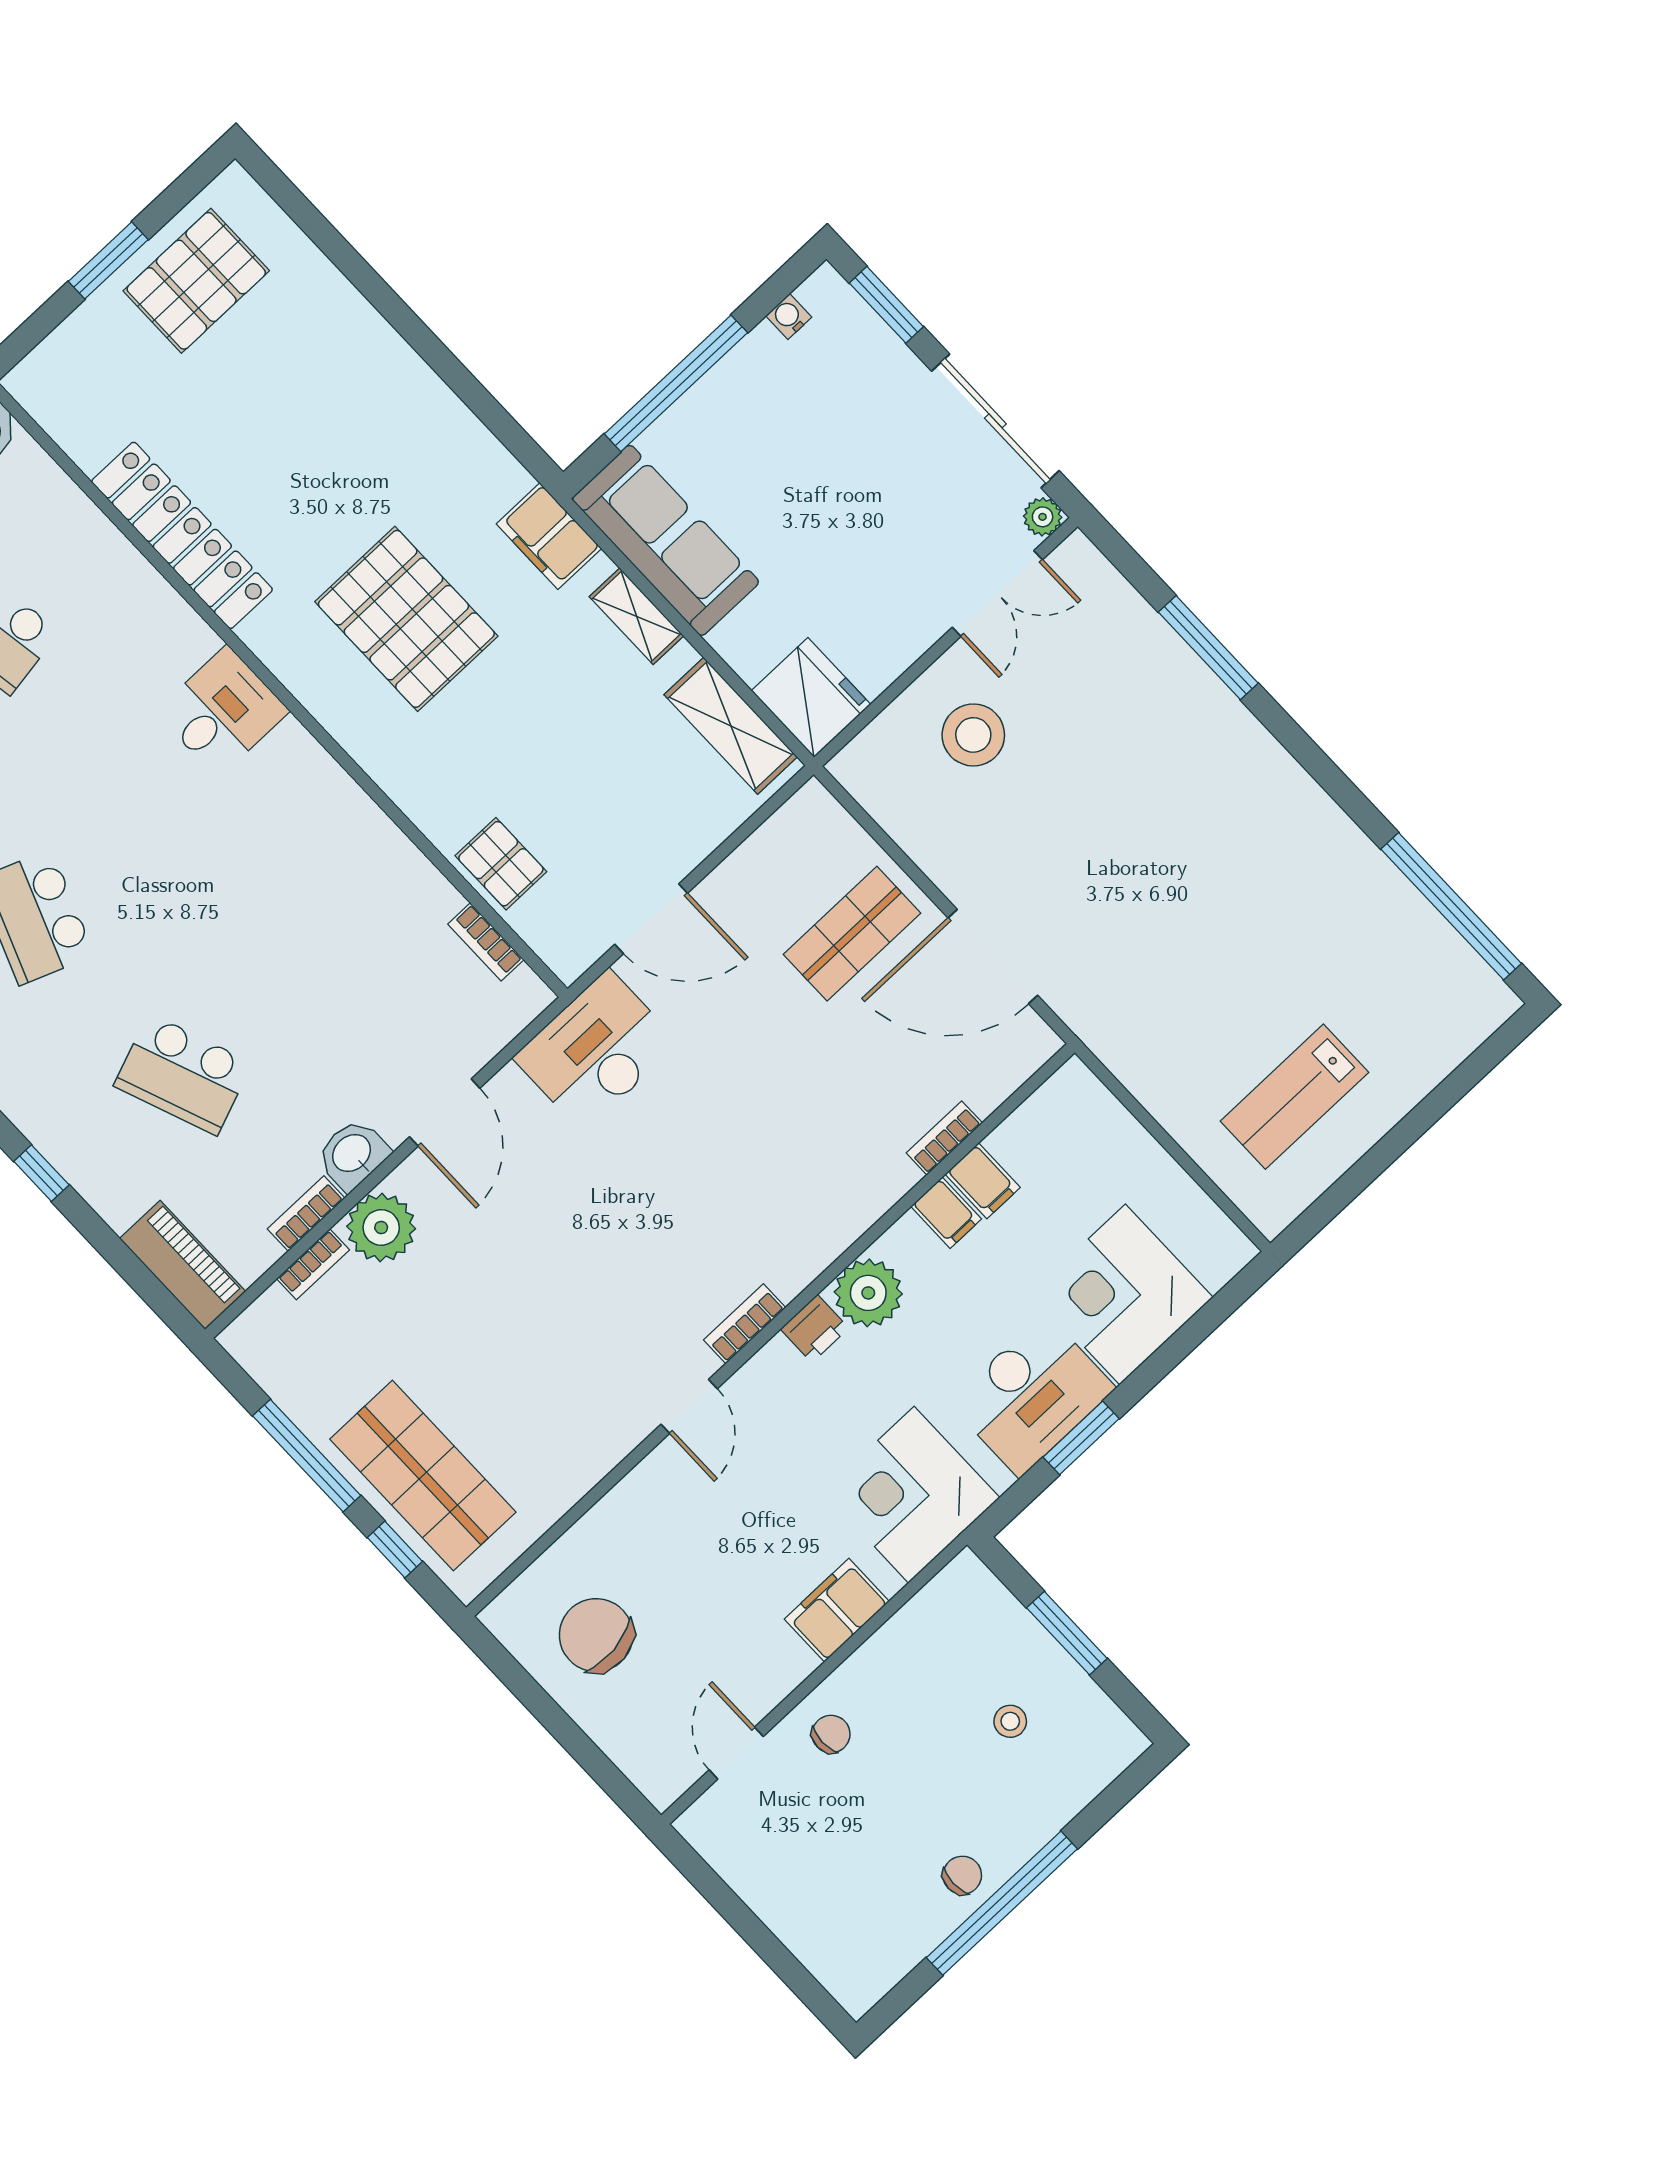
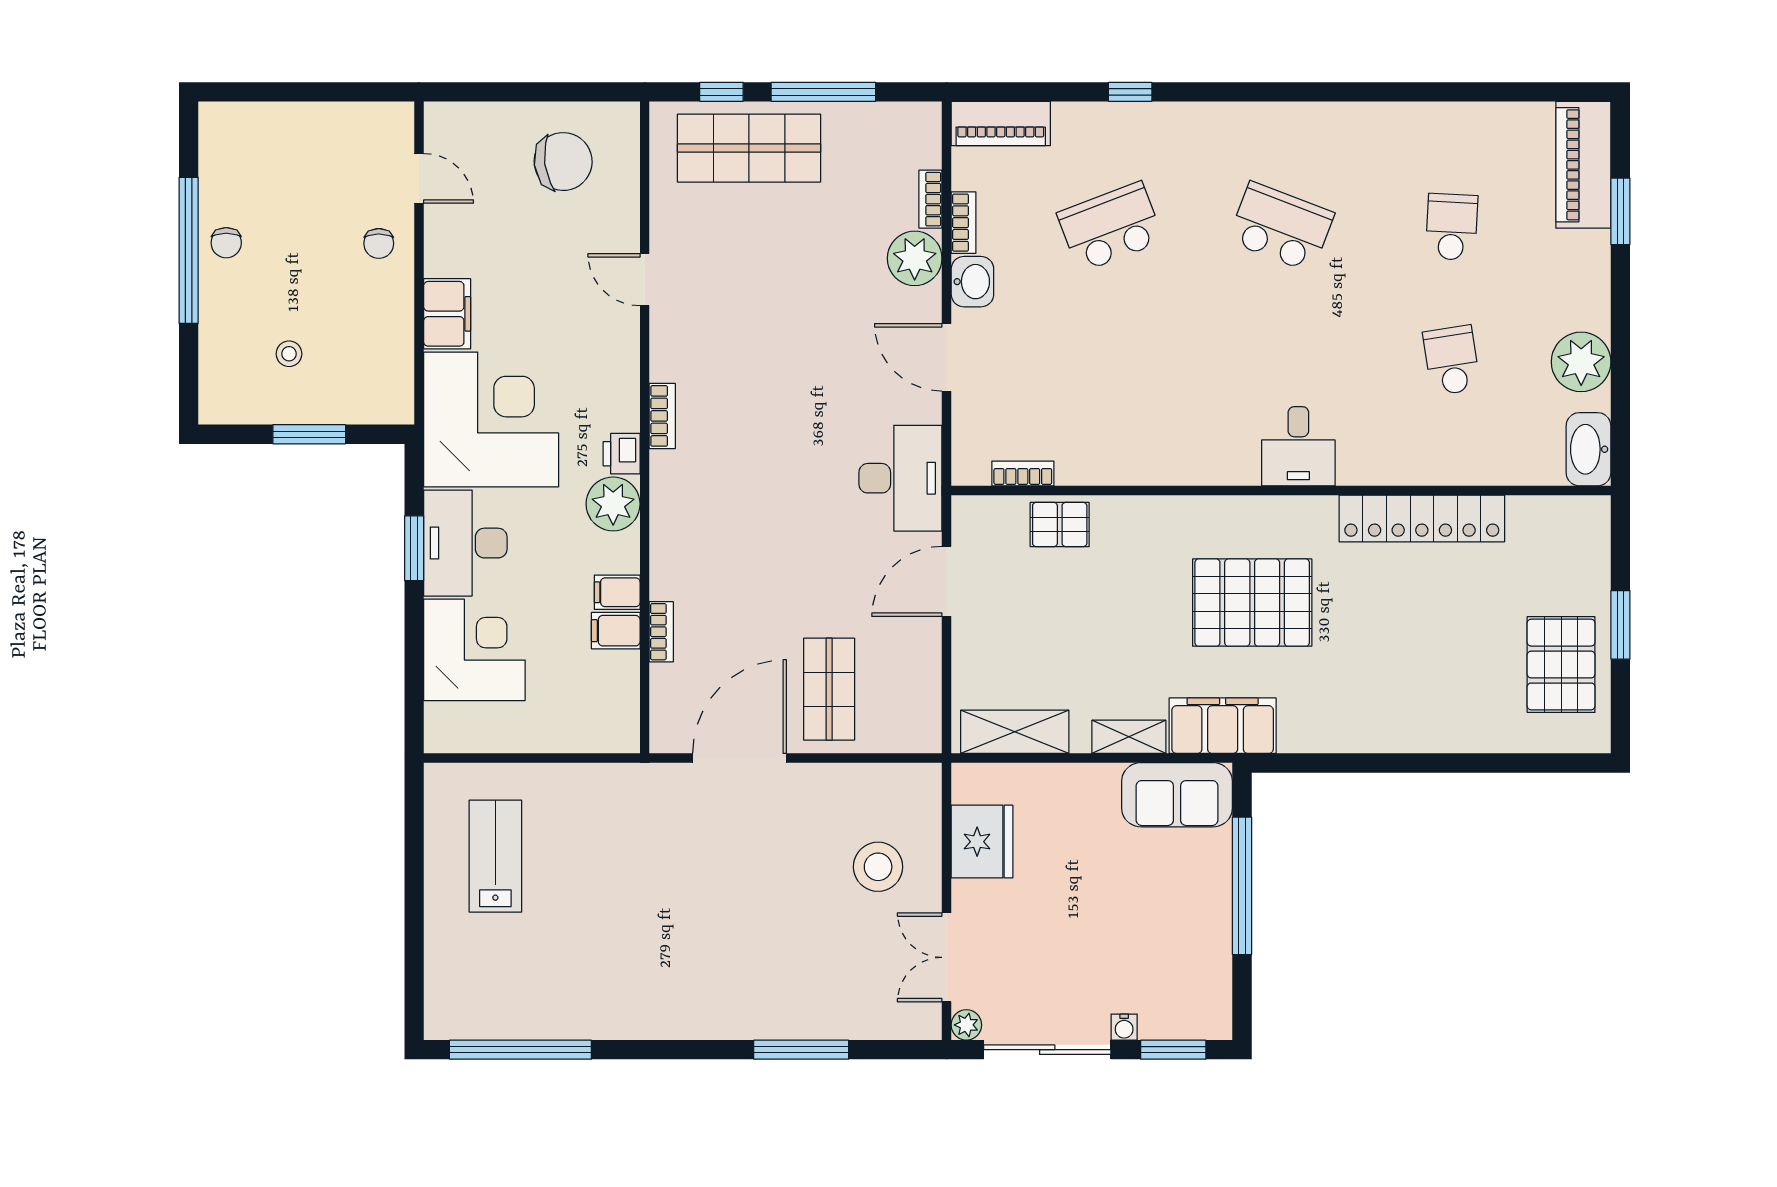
water cooler: (789, 316) -> (1124, 1027), moved, turned 90
filing cabinet: (549, 536) -> (1223, 726), width x1.50, depth x1.17
sofa: (666, 540) -> (1177, 795), width x0.73
fridge: (811, 698) -> (982, 842), moved, turned -90
door: (689, 1406) -> (645, 280), moved
corner desk: (911, 1495) -> (491, 419), width x1.36, depth x1.36

